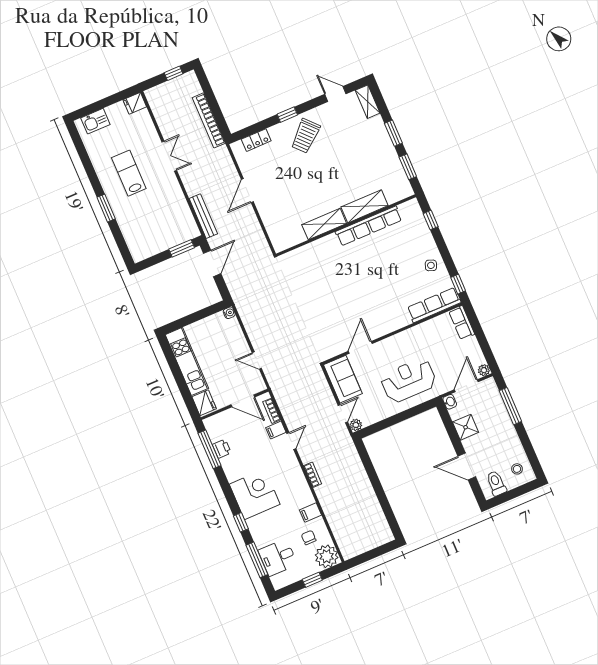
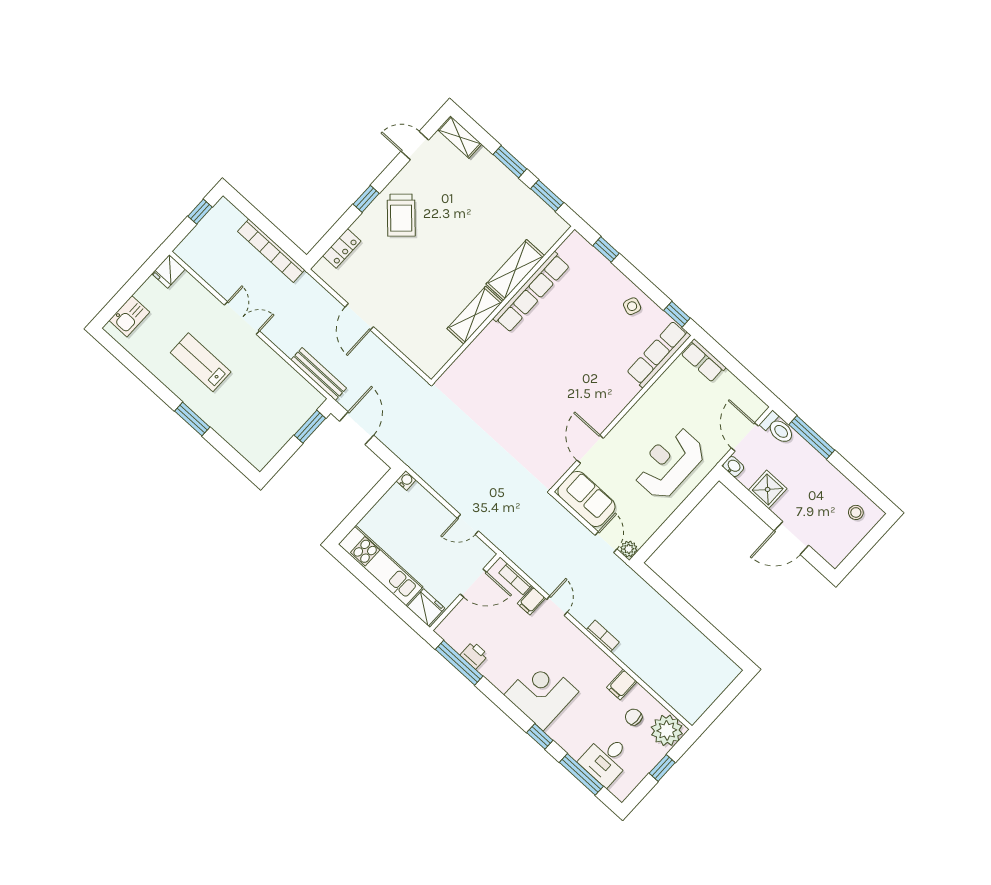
plant: (484, 370) -> (758, 407), removed
toilet: (496, 483) -> (778, 428), moved, turned 180

